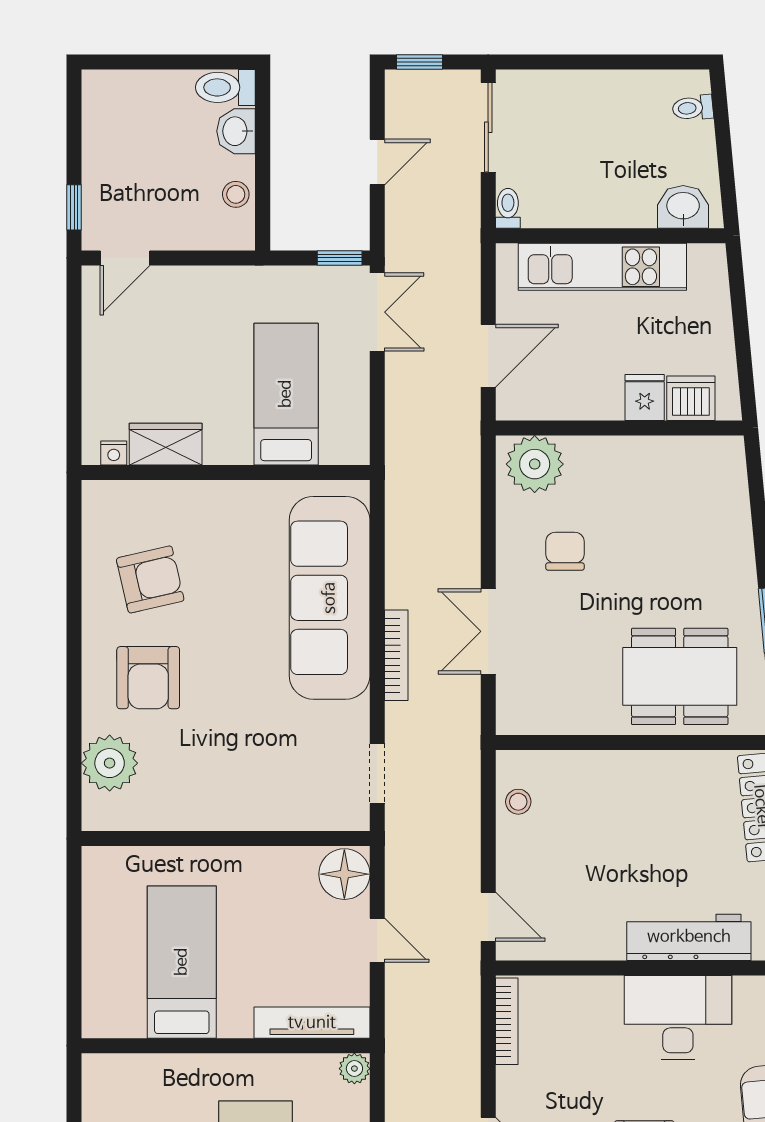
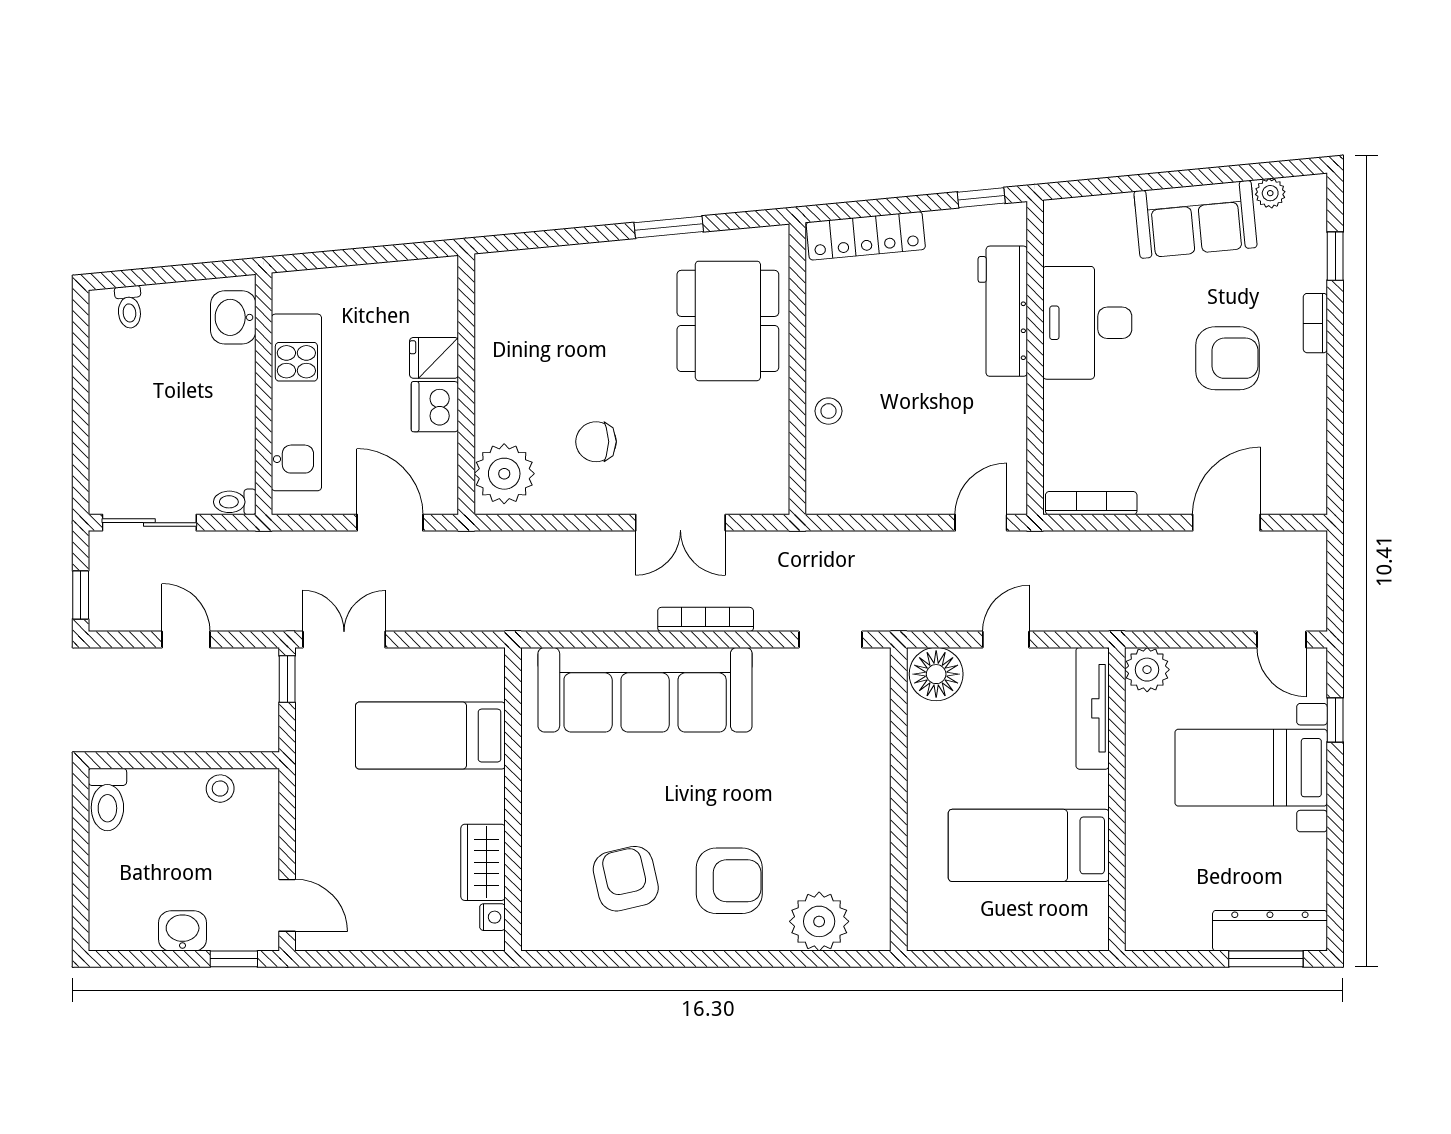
washbasin: (236, 131) -> (183, 931), moved, turned 180
dishwasher: (691, 398) -> (435, 407), moved
stool: (518, 802) -> (828, 411), moved
plant: (354, 1069) -> (1147, 670), width x1.38, depth x1.38

